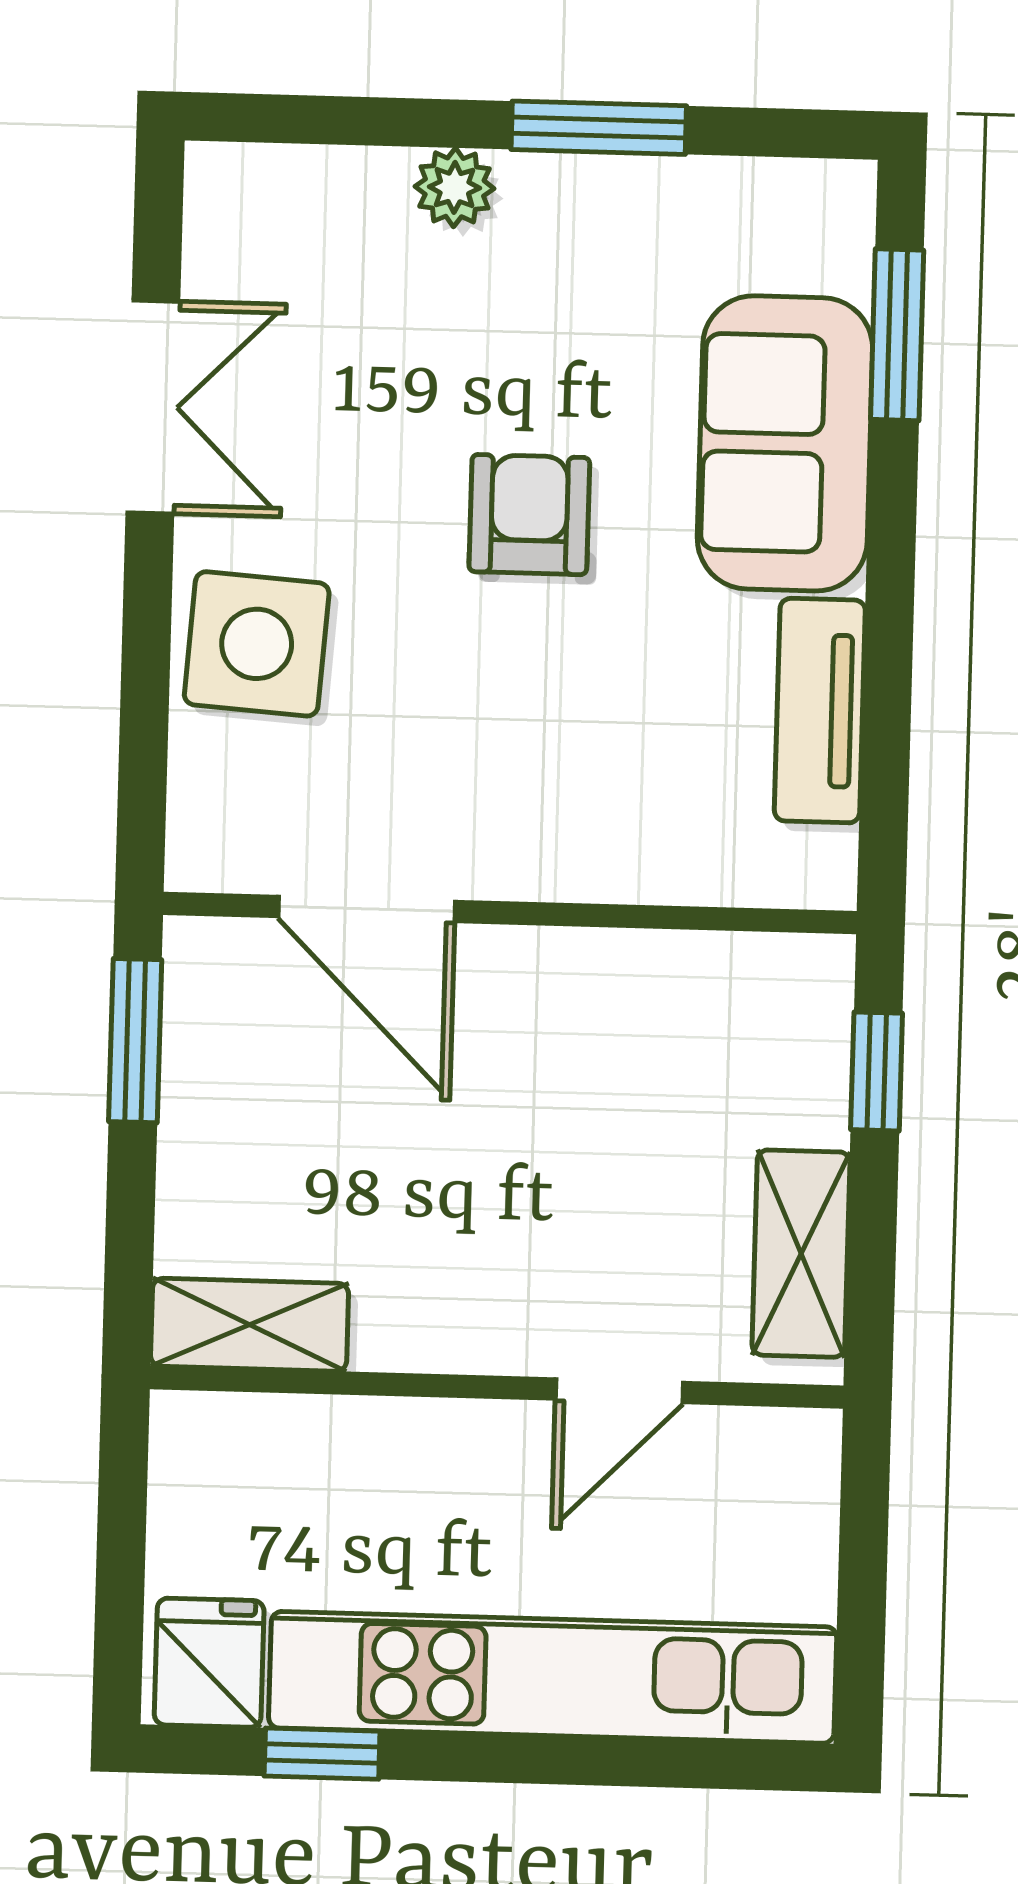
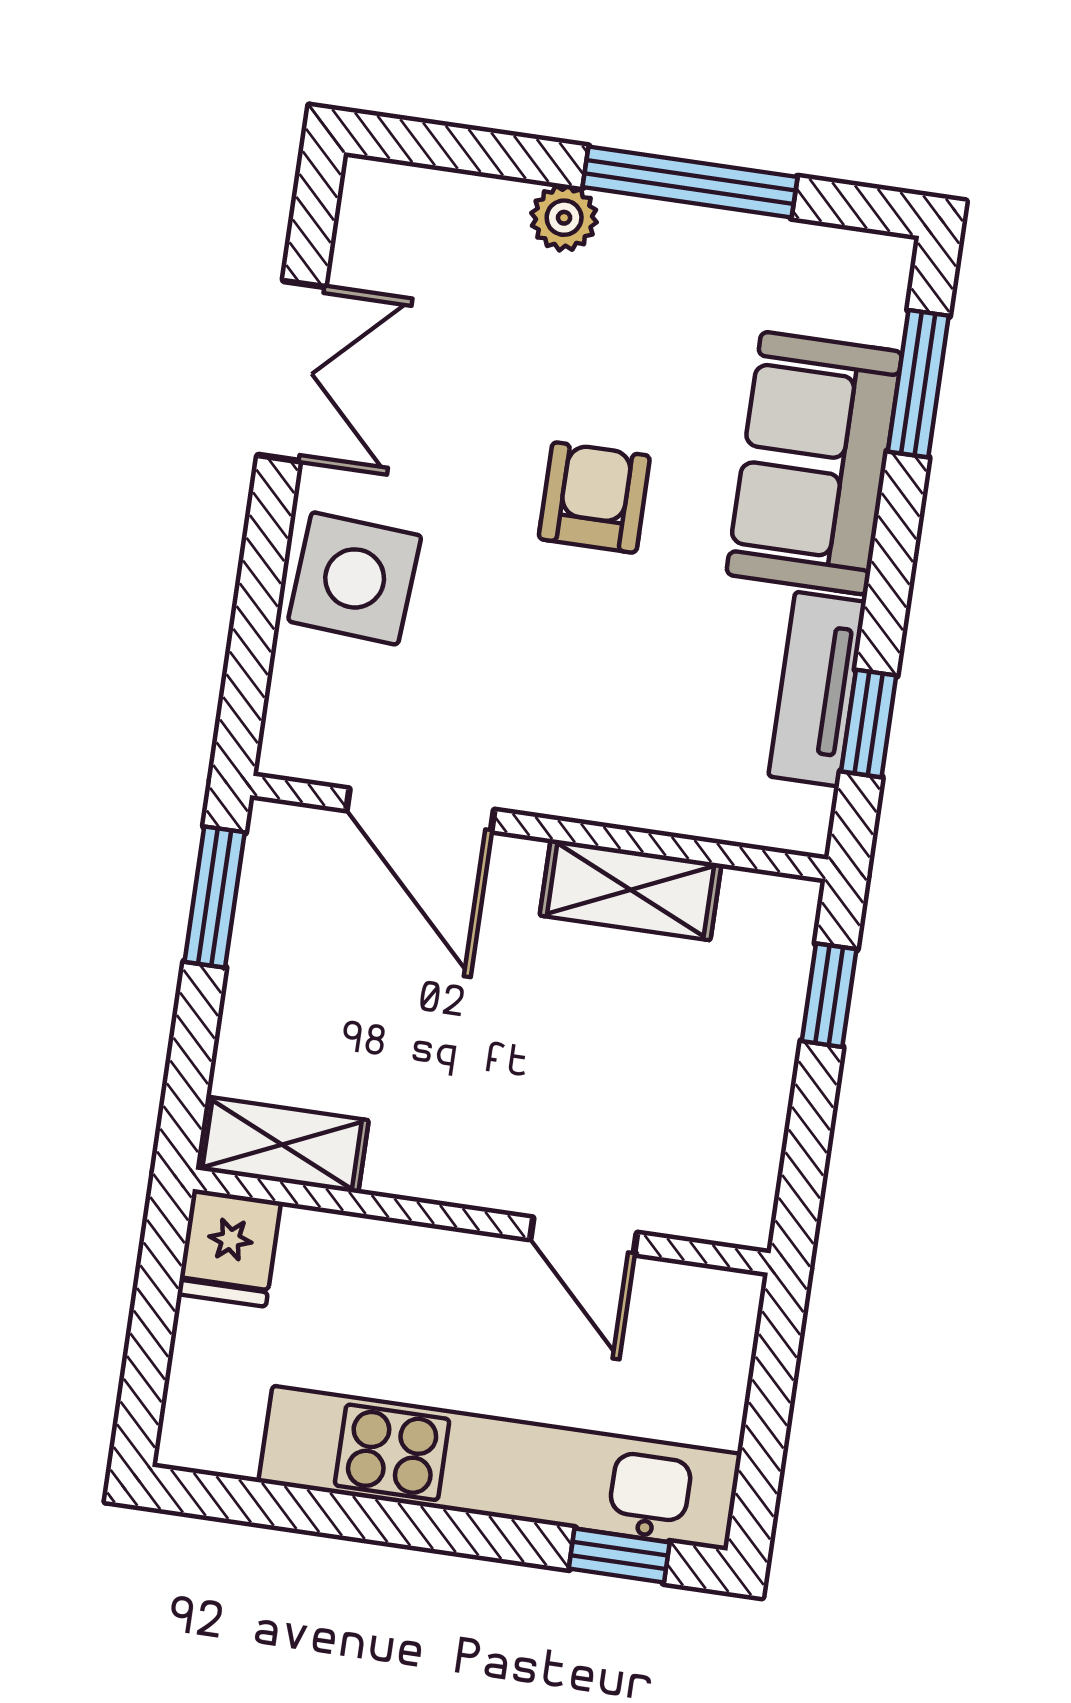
window: (599, 128) -> (690, 182), width x1.44
window: (886, 744) -> (869, 723), added
shelving: (801, 1254) -> (631, 890), moved, turned 90
door: (619, 1391) -> (584, 1236), hinge flipped
fridge: (209, 1663) -> (229, 1248), moved, turned 180
window: (322, 1754) -> (619, 1555), moved

